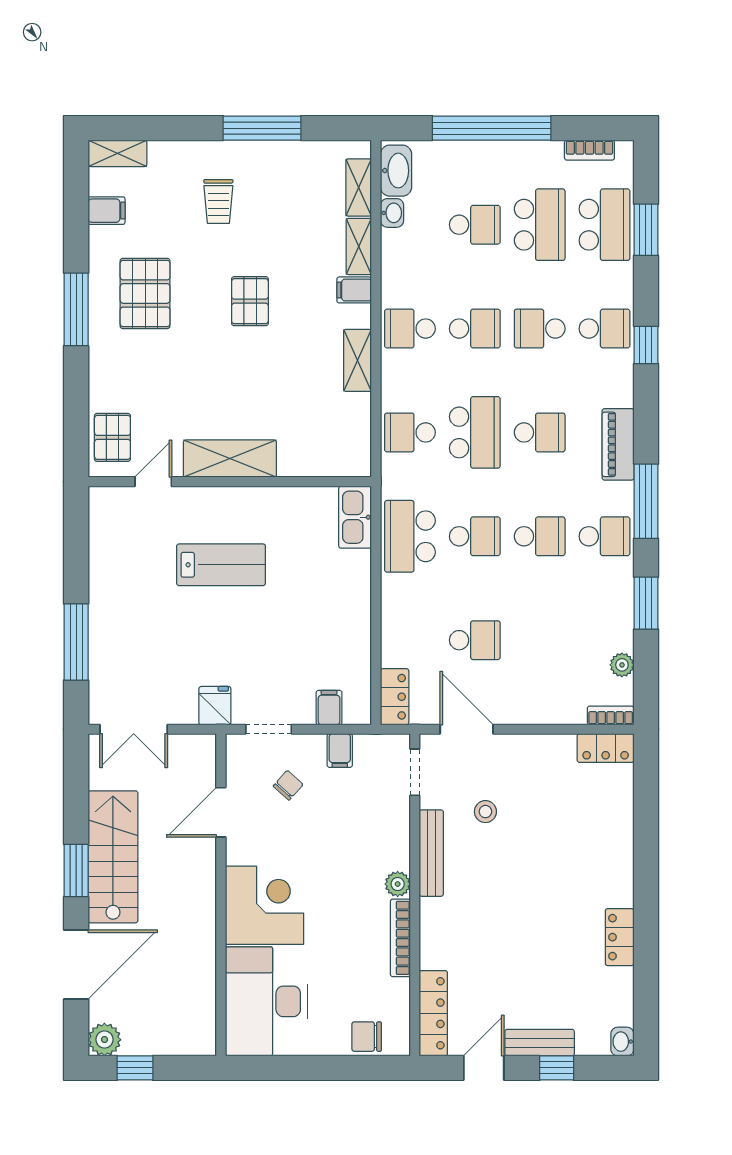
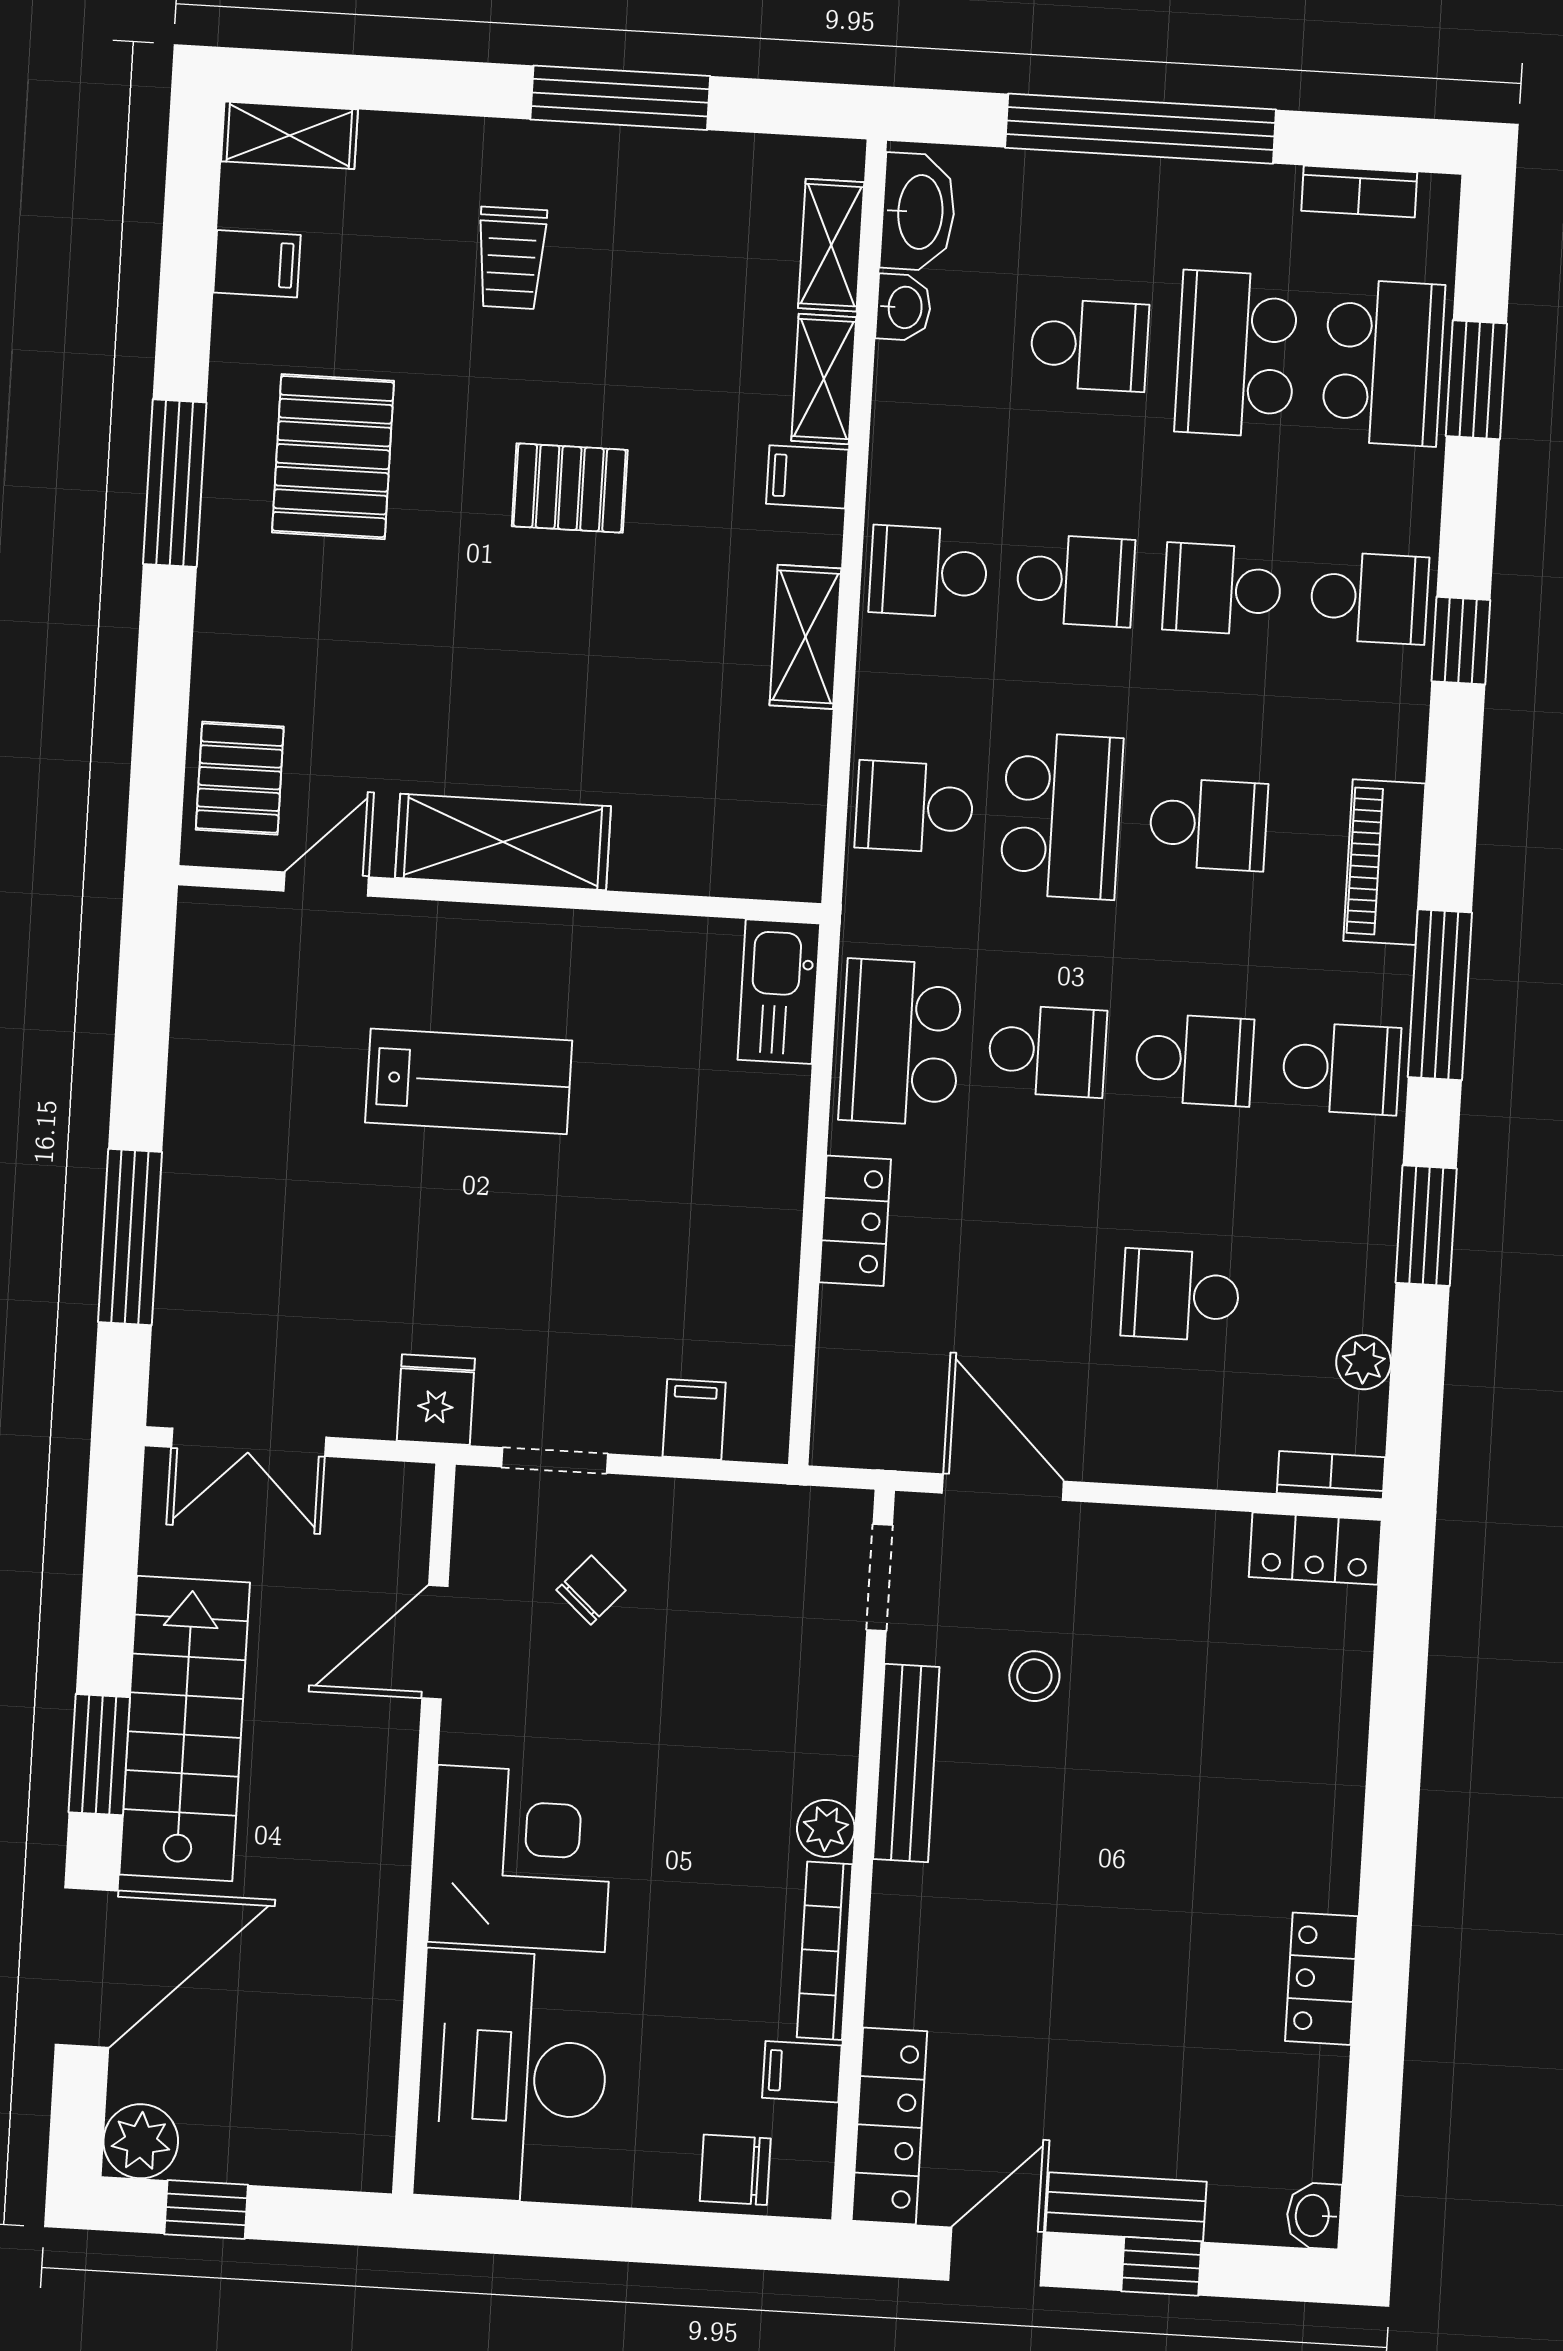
school desk: (540, 225) -> (1236, 354), turned 180
pallet: (250, 301) -> (570, 488), turned 90
school desk: (475, 640) -> (1180, 1295), moved, turned 180
locker: (395, 697) -> (855, 1221), moved
filing cabinet: (340, 751) -> (802, 2072), moved, turned 90

